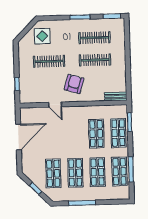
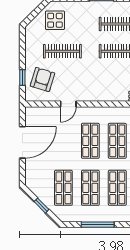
armchair: (74, 84) -> (42, 79), moved
door: (55, 105) -> (68, 104), hinge flipped
shop shelf: (74, 134) -> (90, 141), added

